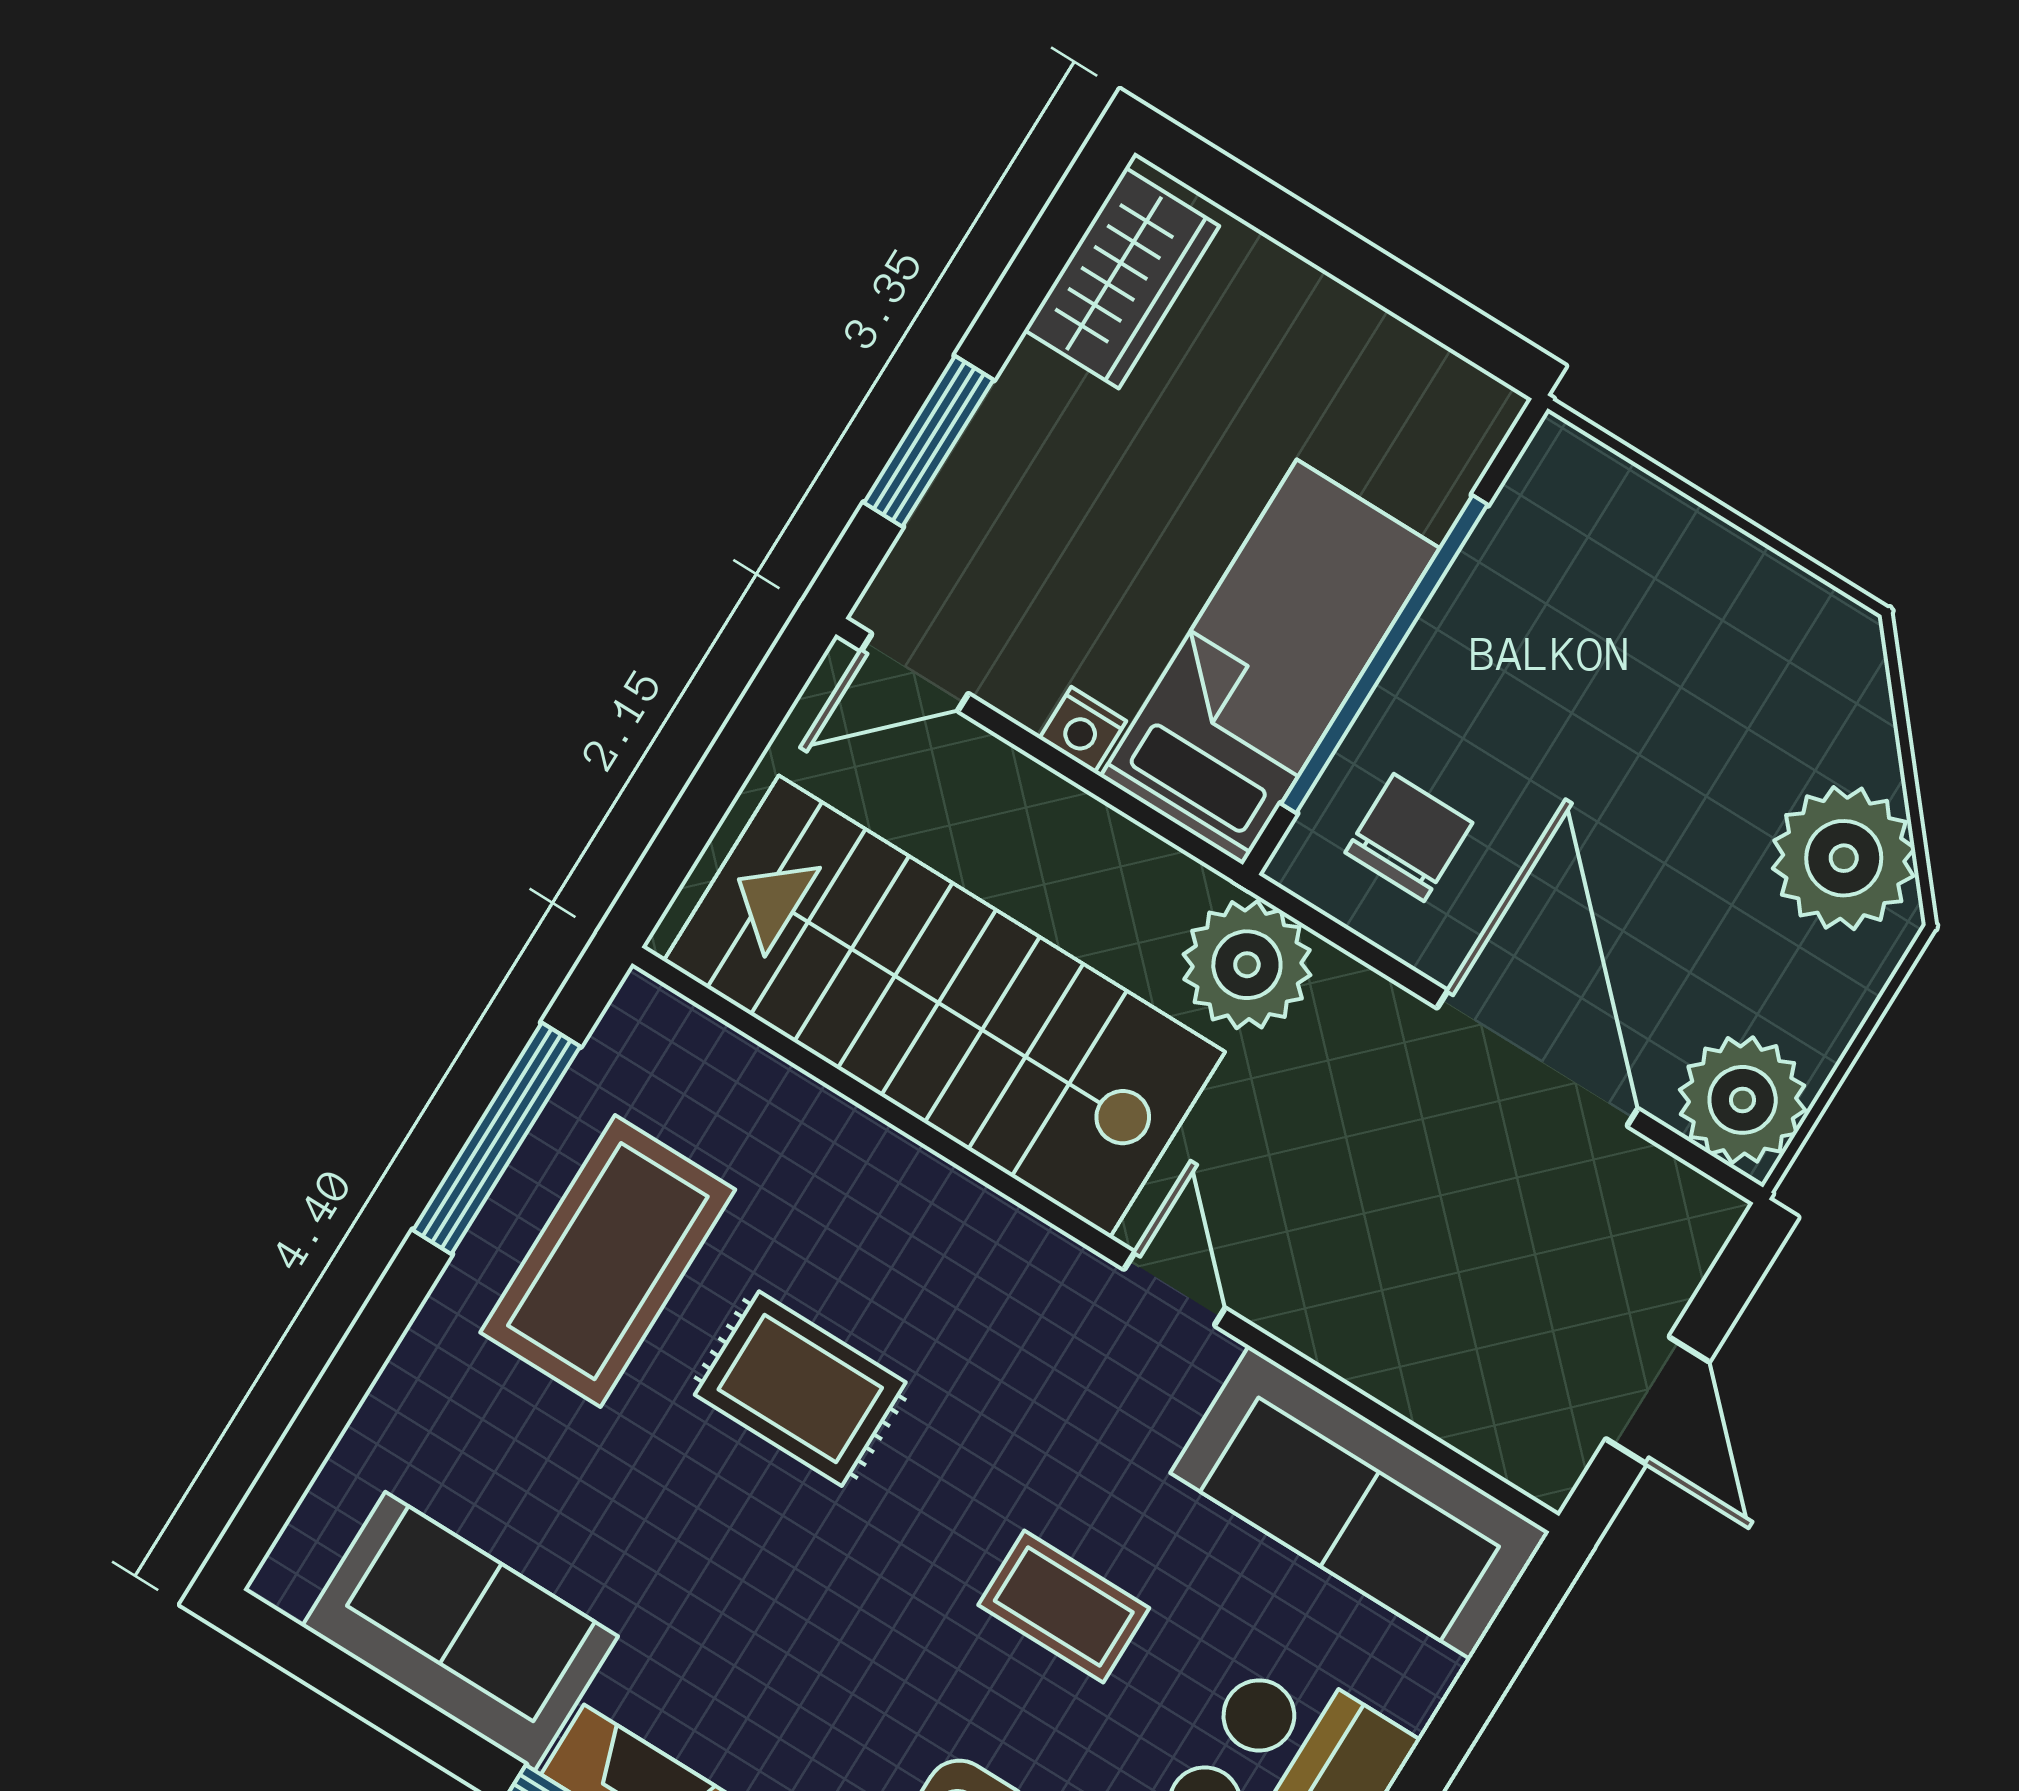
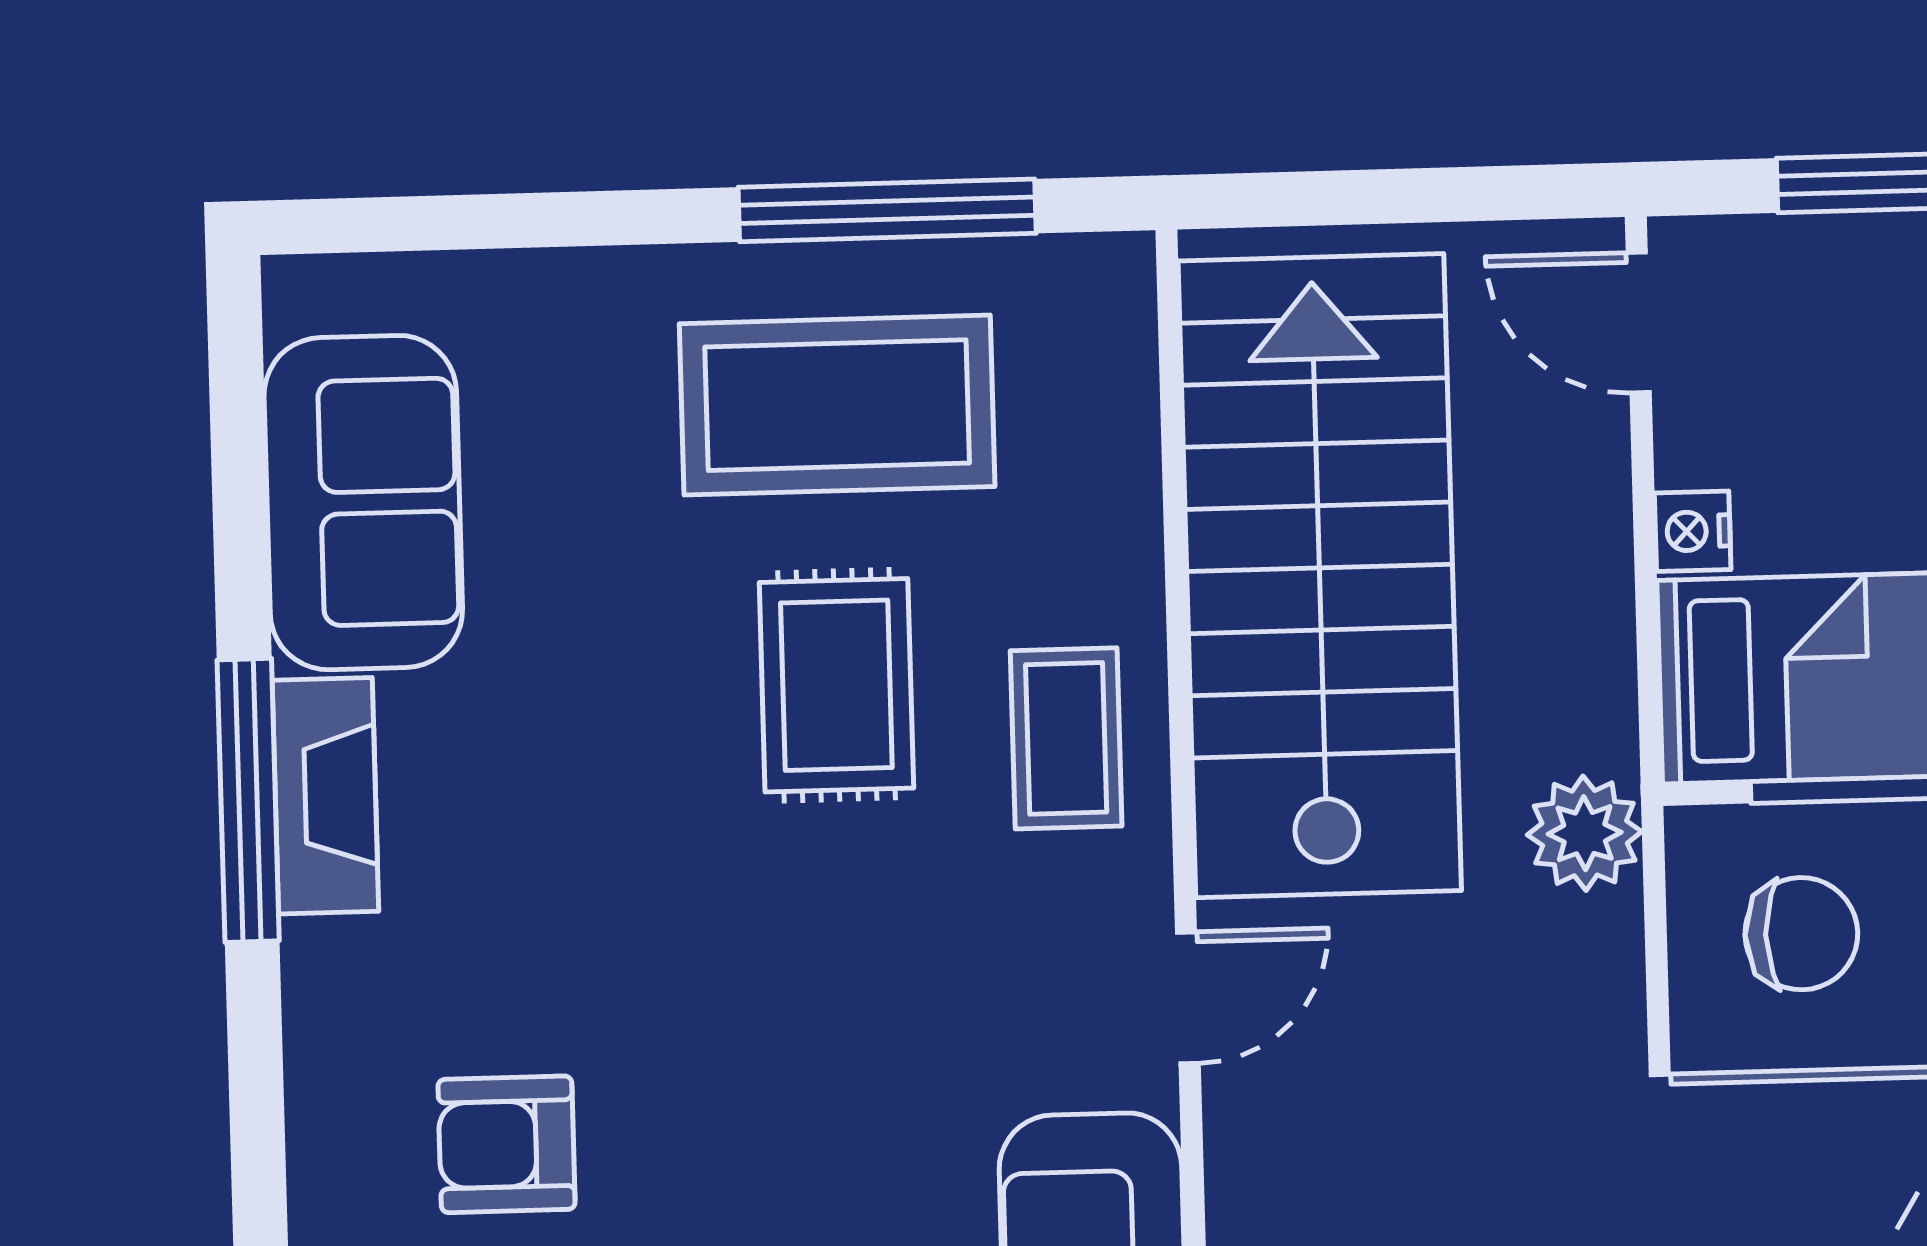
plant: (1247, 965) -> (1585, 833), width x0.73, depth x0.73
coffee table: (1064, 1607) -> (1066, 738), moved

